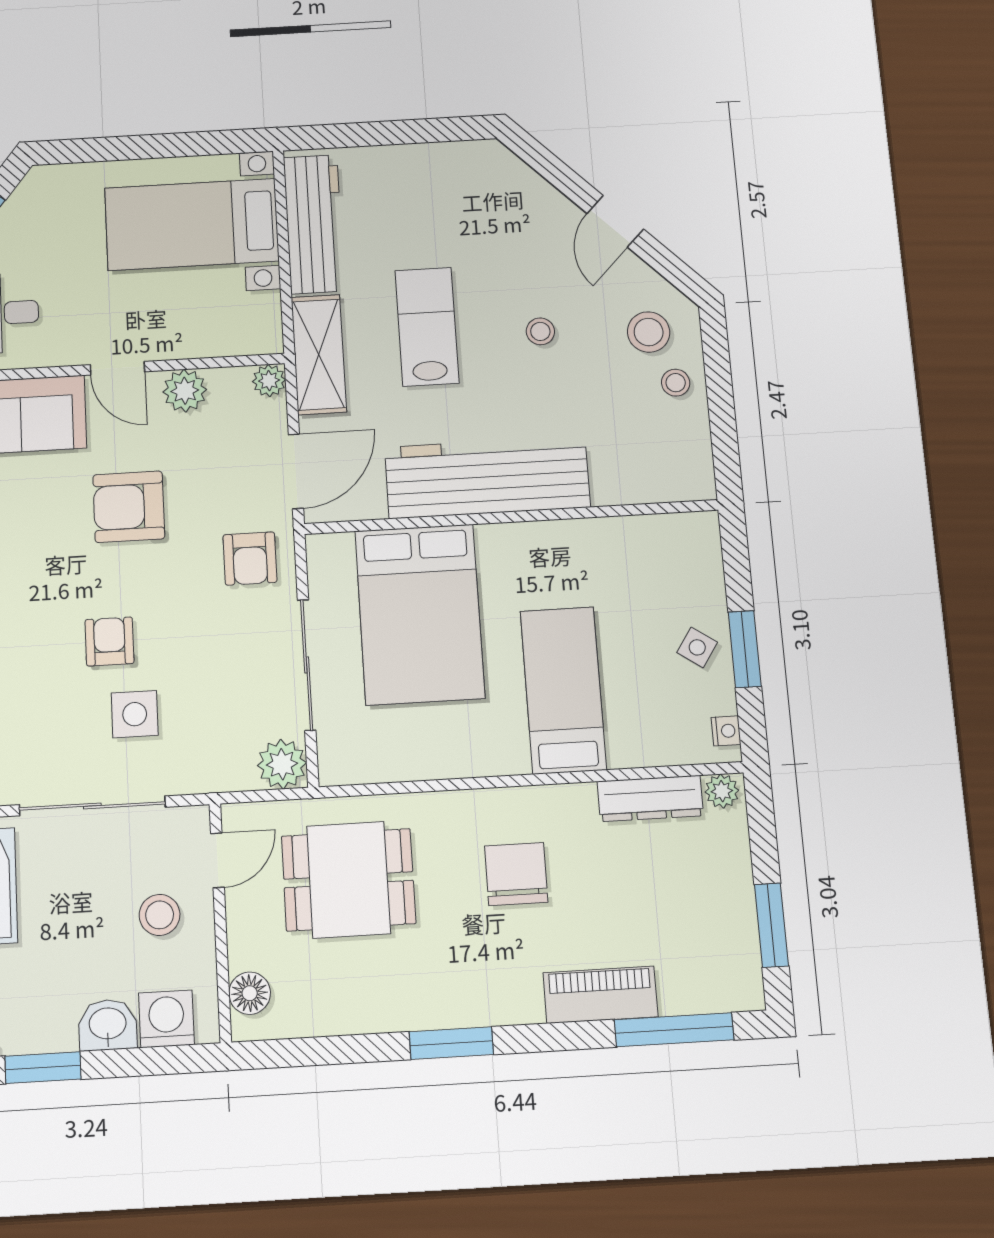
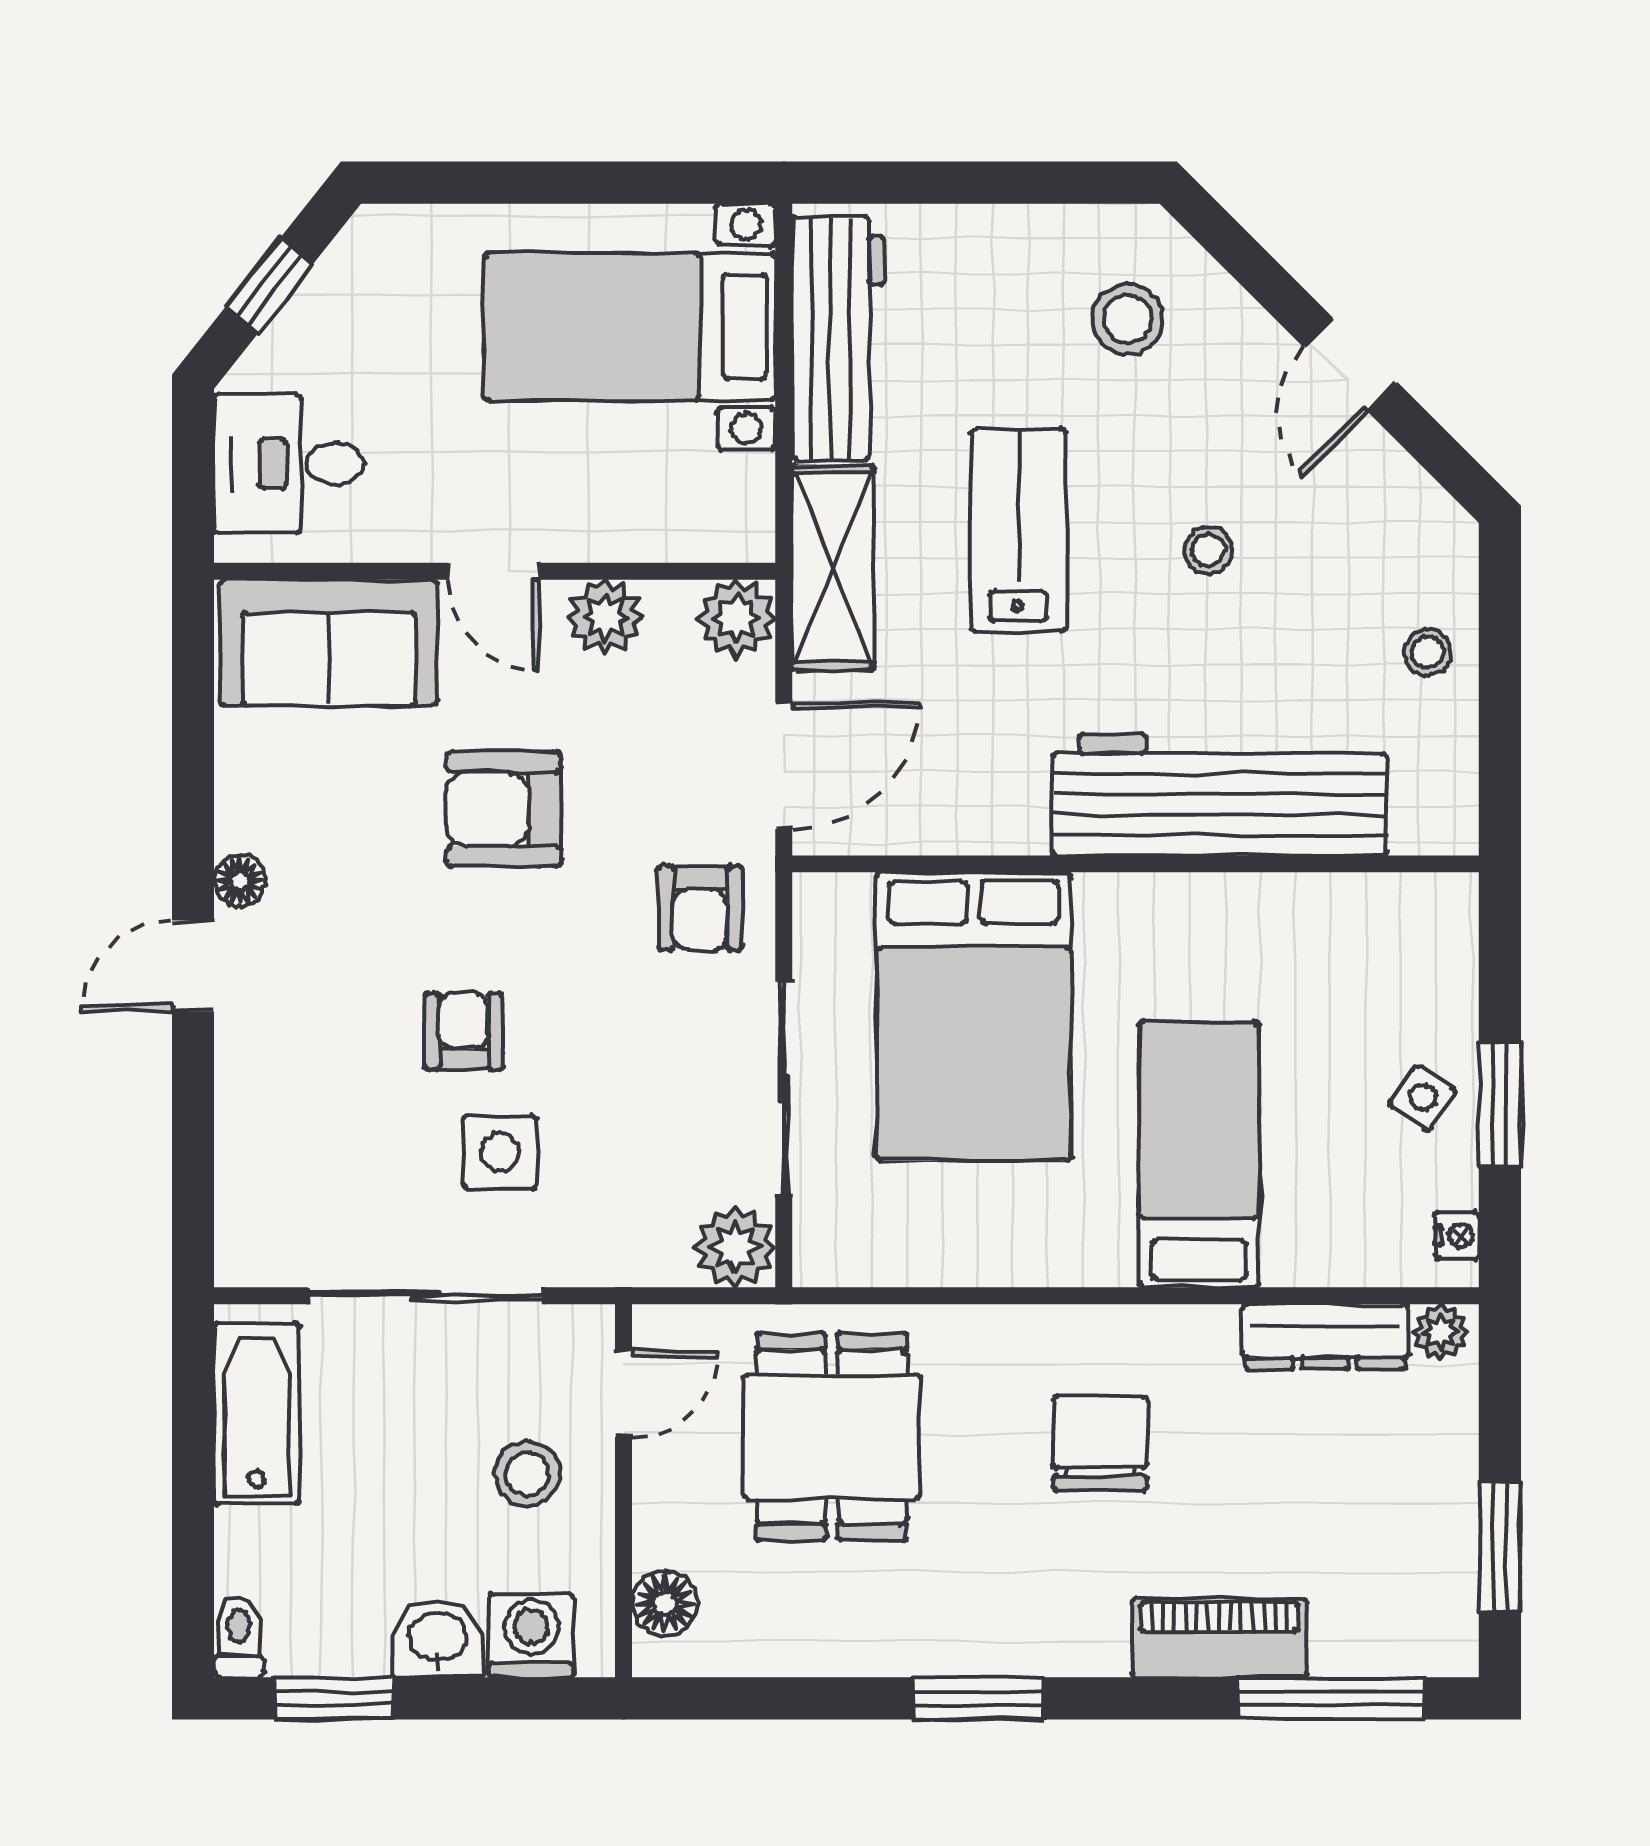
stool: (649, 332) -> (1128, 319), moved
plant: (269, 381) -> (737, 618), width x1.38, depth x1.38
workbench: (487, 477) -> (1219, 795), moved
dining table: (349, 880) -> (832, 1437), turned 90

